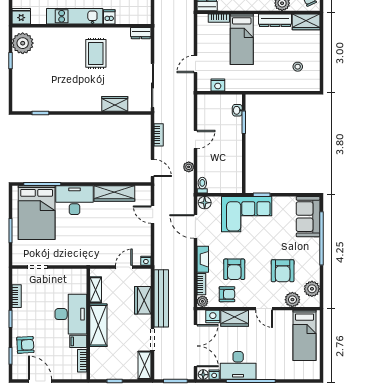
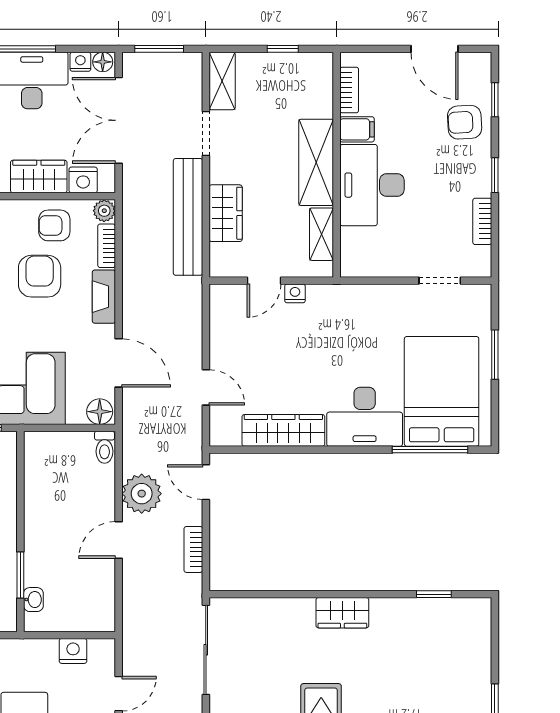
wardrobe: (115, 104) -> (342, 613), moved
plant: (189, 167) -> (142, 494), width x1.88, depth x1.88
nightstand: (146, 261) -> (295, 293), moved

